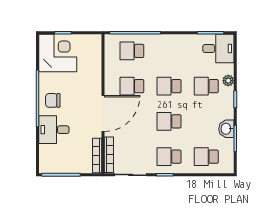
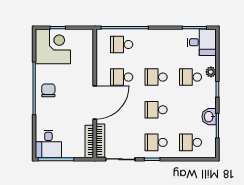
chair: (53, 100) -> (48, 90), turned 90
desk: (54, 130) -> (48, 144), moved, turned -90

